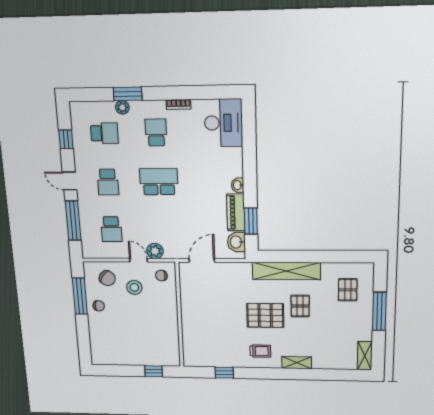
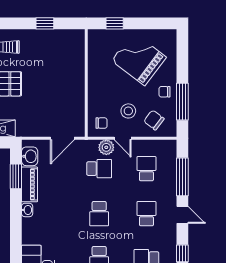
school desk: (159, 182) -> (99, 214), width x0.54
school desk: (161, 229) -> (99, 169), added
grand piano: (127, 338) -> (139, 59), added

